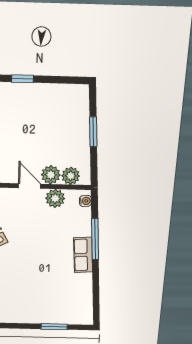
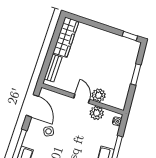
window: (23, 79) -> (130, 36), moved
plant: (71, 176) -> (112, 100), removed

